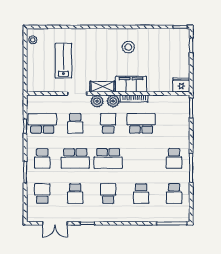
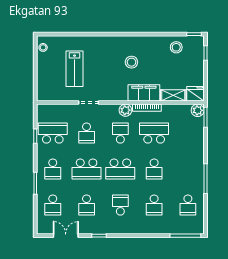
stool: (163, 40) -> (176, 47), added
stool: (128, 47) -> (131, 62), moved
lab bench: (63, 61) -> (75, 69), turned 180
shelving: (102, 87) -> (173, 95), moved
plant: (97, 101) -> (198, 110), moved
school desk: (174, 158) -> (154, 169), moved
school desk: (42, 194) -> (53, 205), turned 180
double door: (55, 223) -> (66, 236), swing flipped

